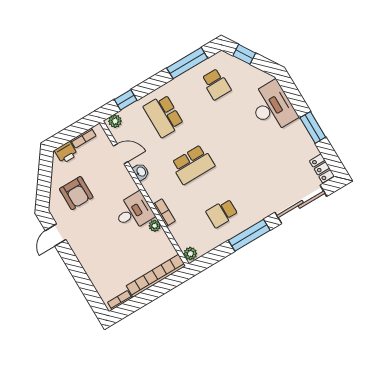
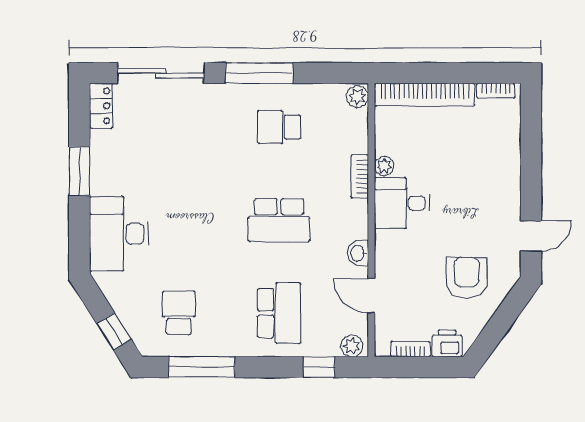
school desk: (193, 164) -> (279, 220), turned 180
school desk: (222, 213) -> (279, 127), turned 180

